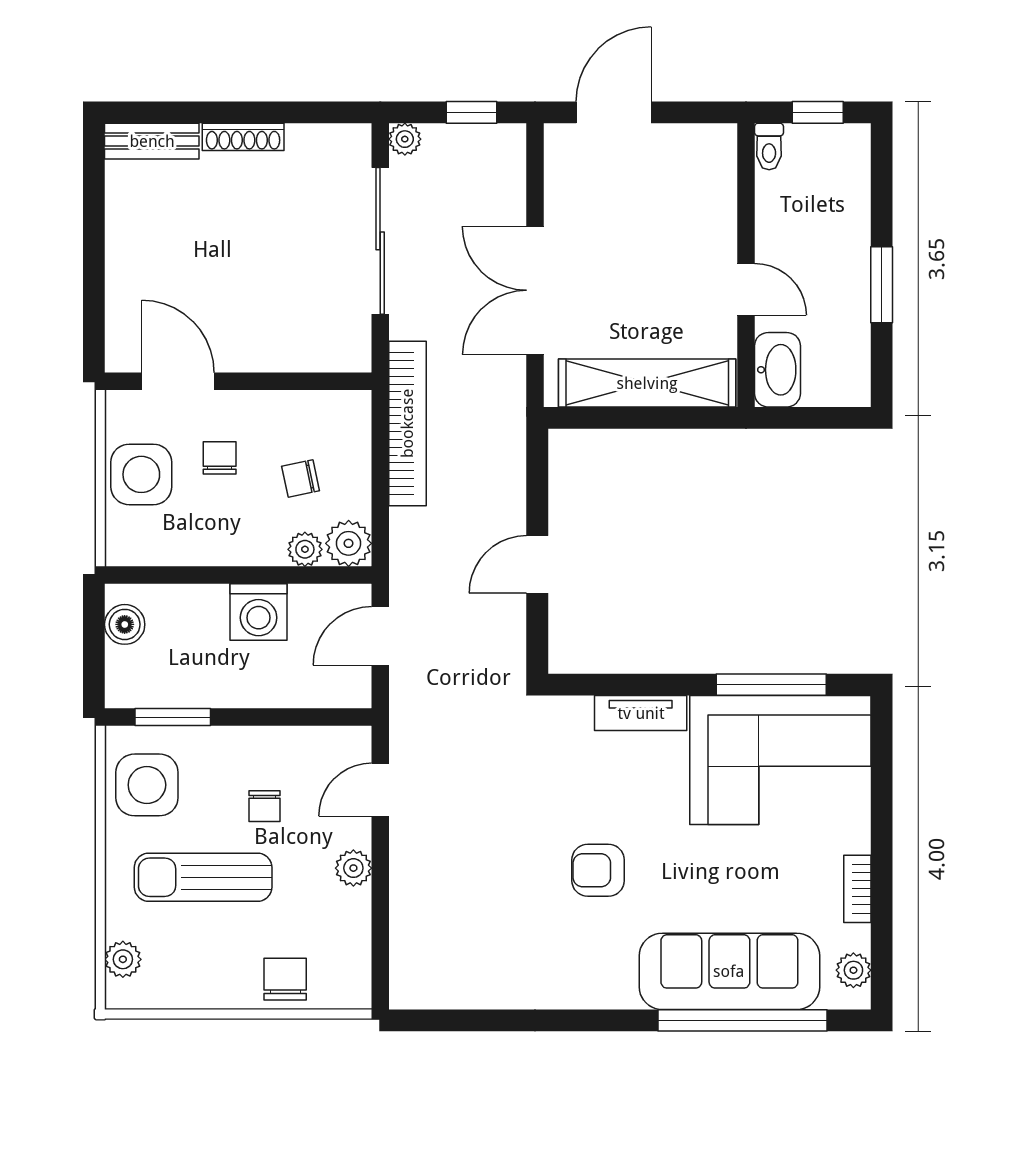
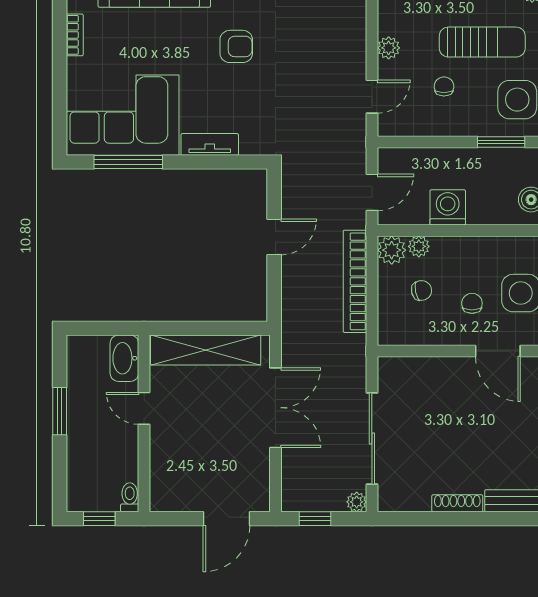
bookcase: (407, 423) -> (355, 281), moved
chair: (220, 458) -> (472, 303), turned 180

